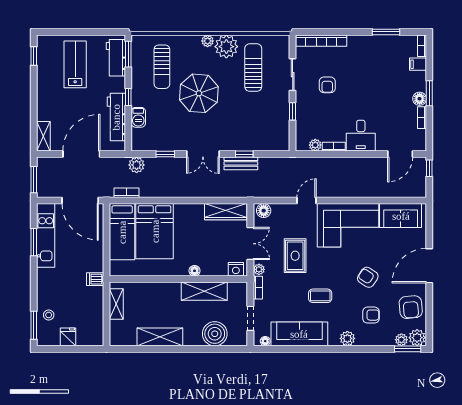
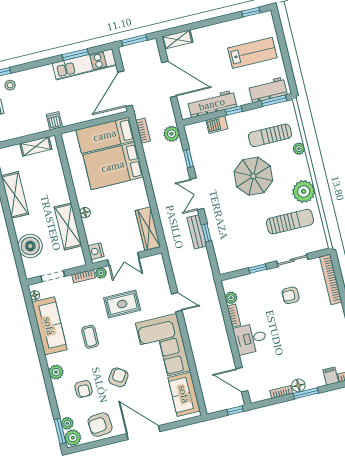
plant: (208, 41) -> (299, 149), moved
floor lamp: (264, 211) -> (157, 264), removed

